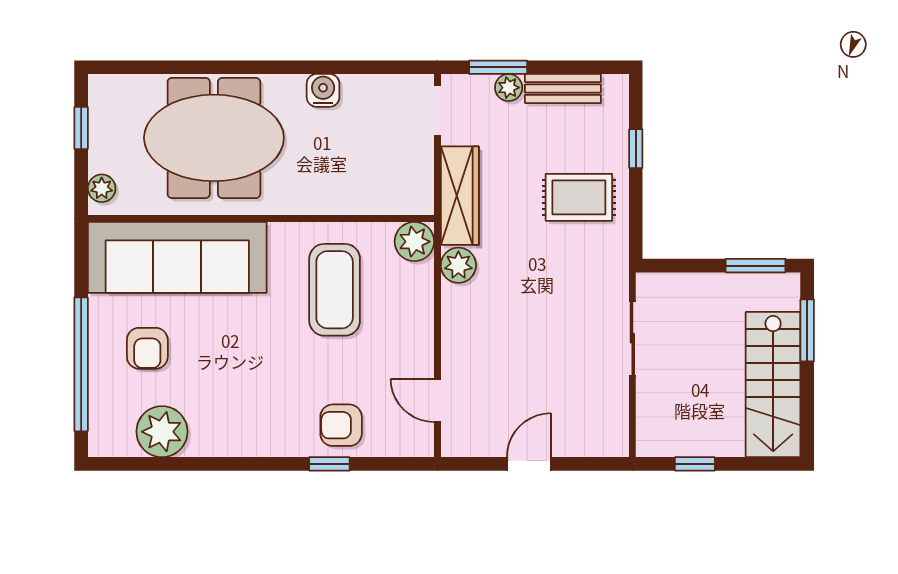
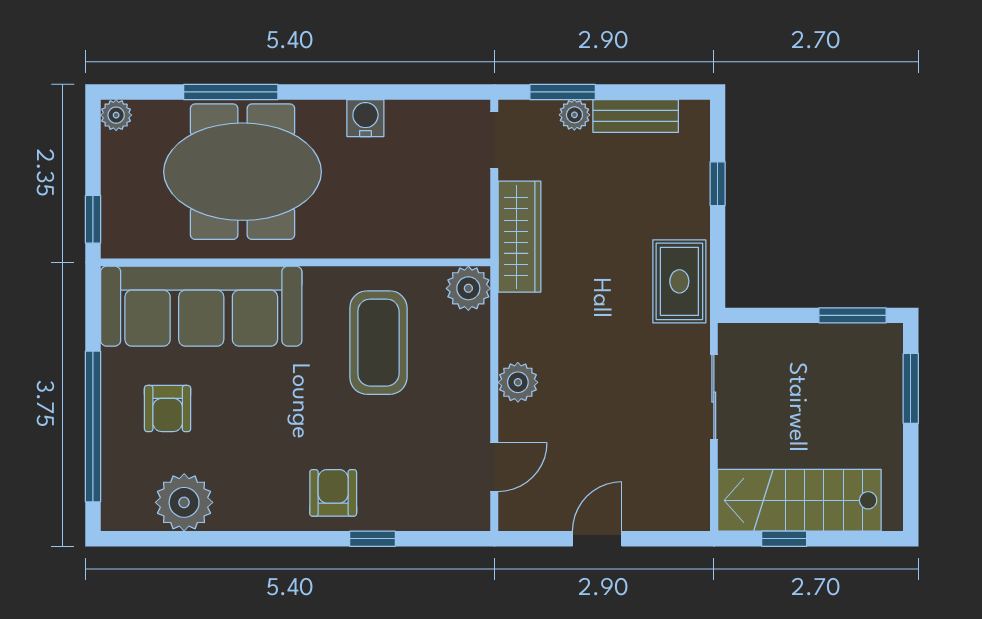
window: (203, 67) -> (231, 92), added
window: (81, 128) -> (93, 219), moved
plant: (102, 188) -> (116, 115), moved
rug: (579, 197) -> (679, 281), moved, turned 90
plant: (458, 265) -> (518, 382), moved
stairs: (773, 385) -> (799, 500), moved, turned 90
door: (437, 400) -> (494, 467), swing flipped
armchair: (341, 425) -> (333, 493), moved, turned 90

